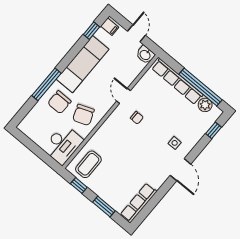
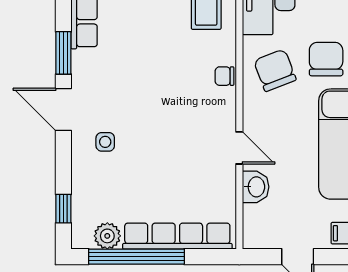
washbasin: (145, 55) -> (256, 187), moved, turned 90
chair: (137, 118) -> (225, 76), moved
window: (162, 192) -> (63, 53), added

